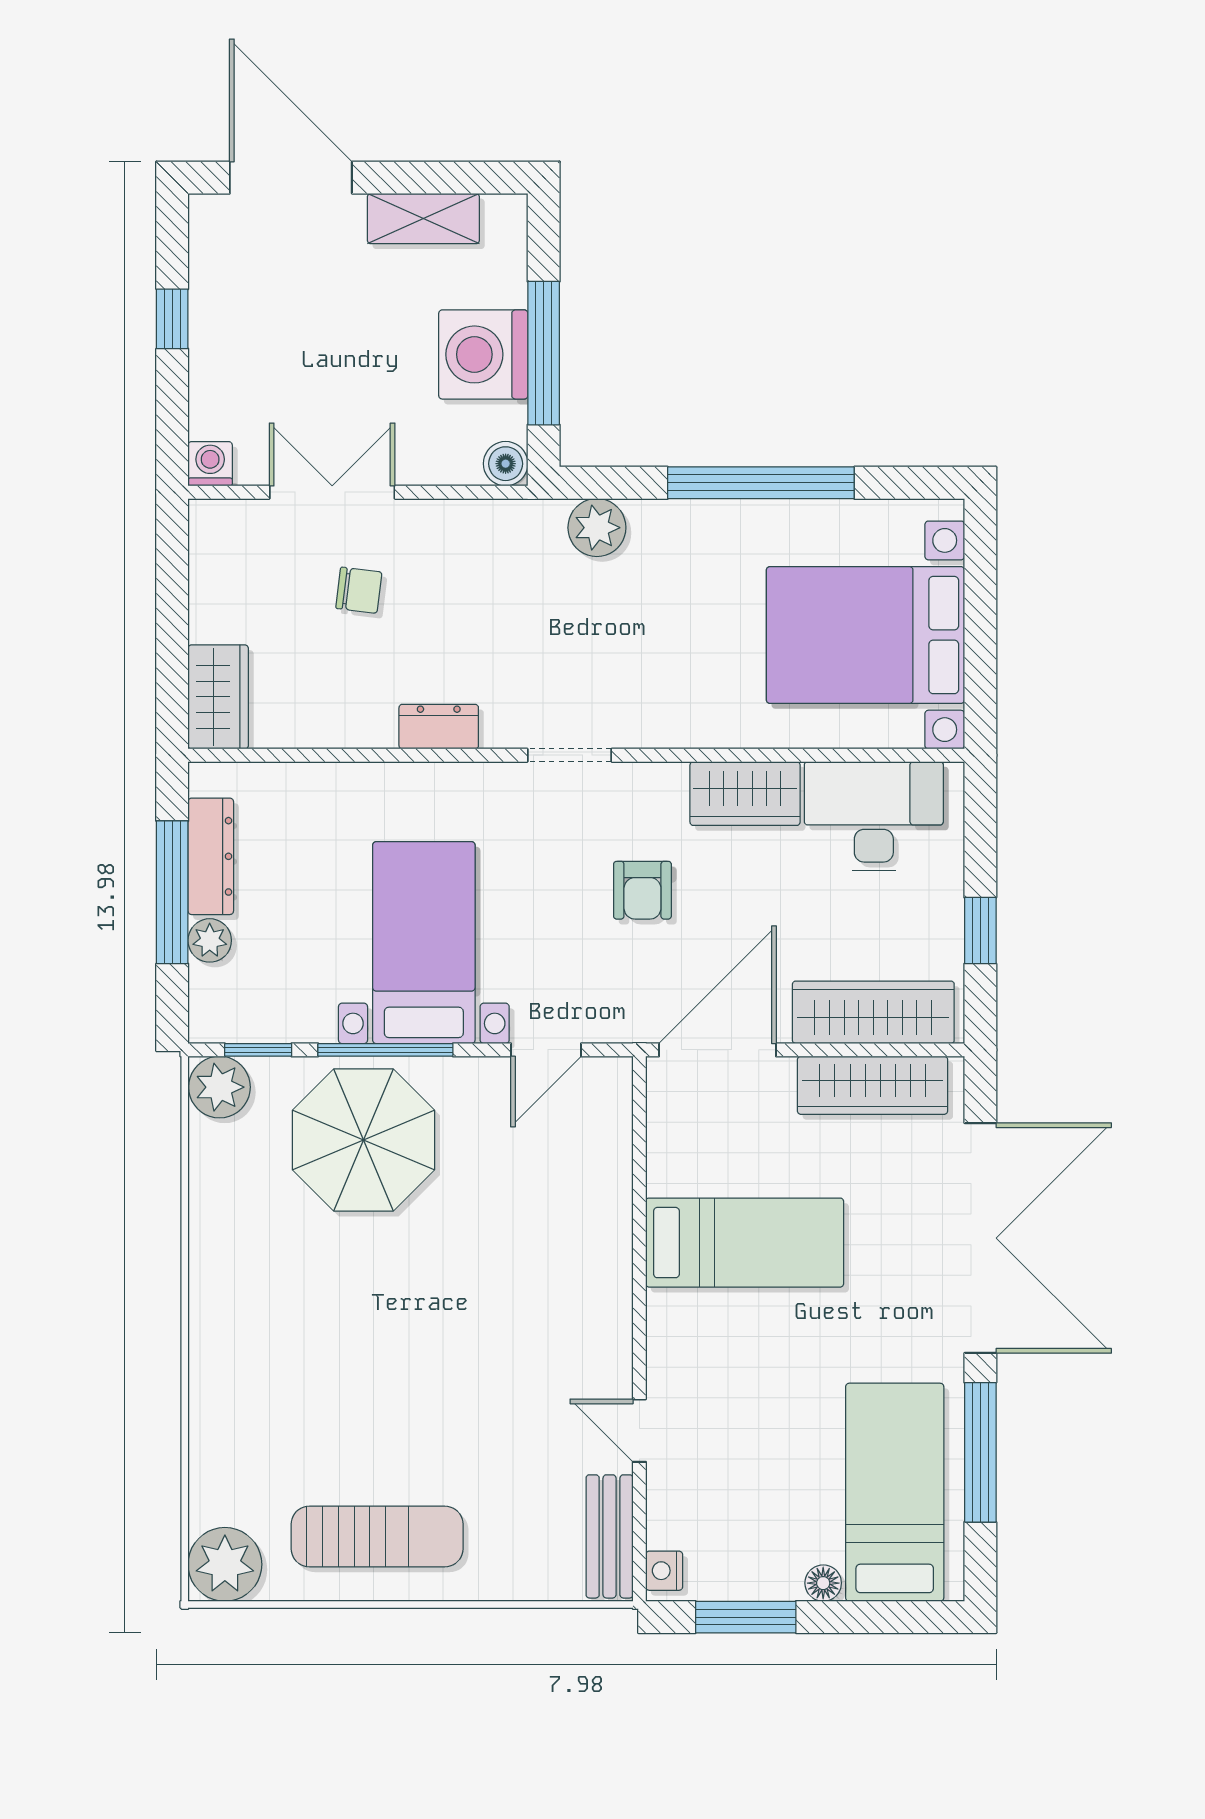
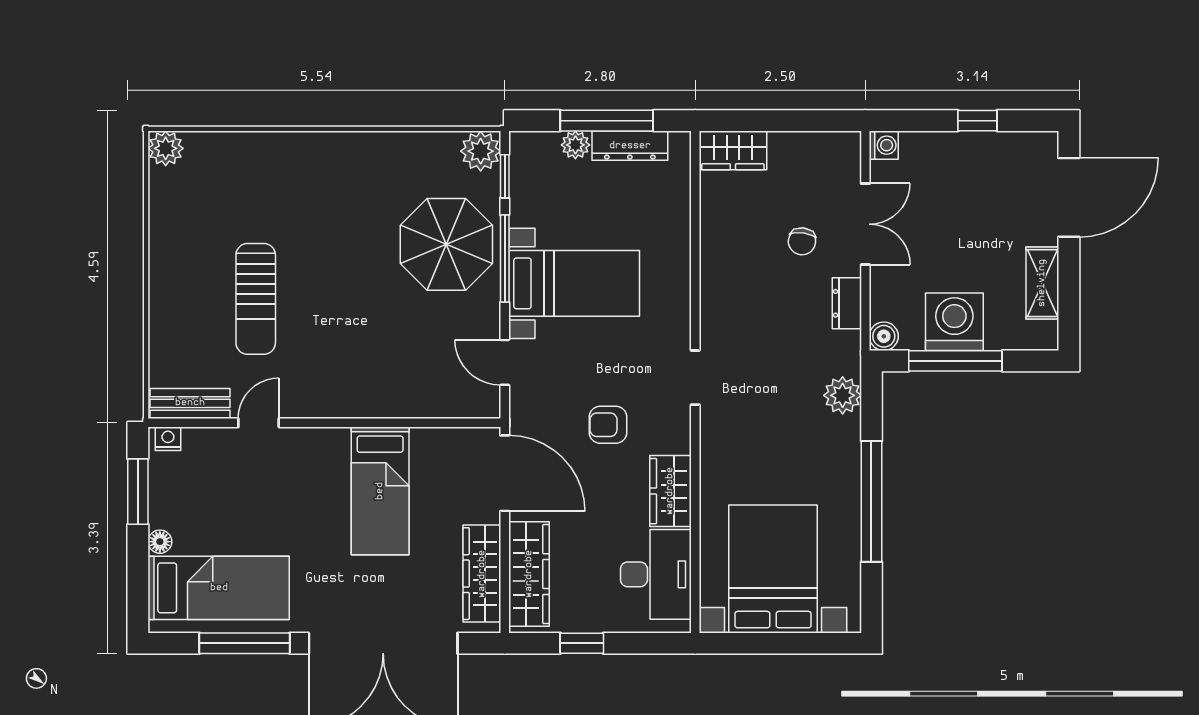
dresser: (439, 727) -> (847, 303), moved, turned 180
sun lounger: (377, 1536) -> (256, 299), moved
plant: (225, 1564) -> (166, 148), width x0.73, depth x0.73

